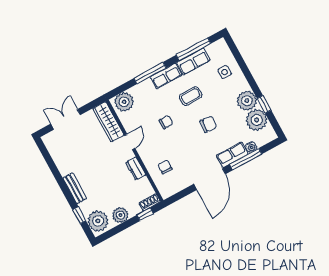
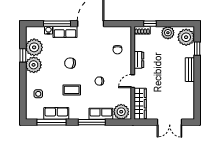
row of seats: (166, 76) -> (101, 114), moved

